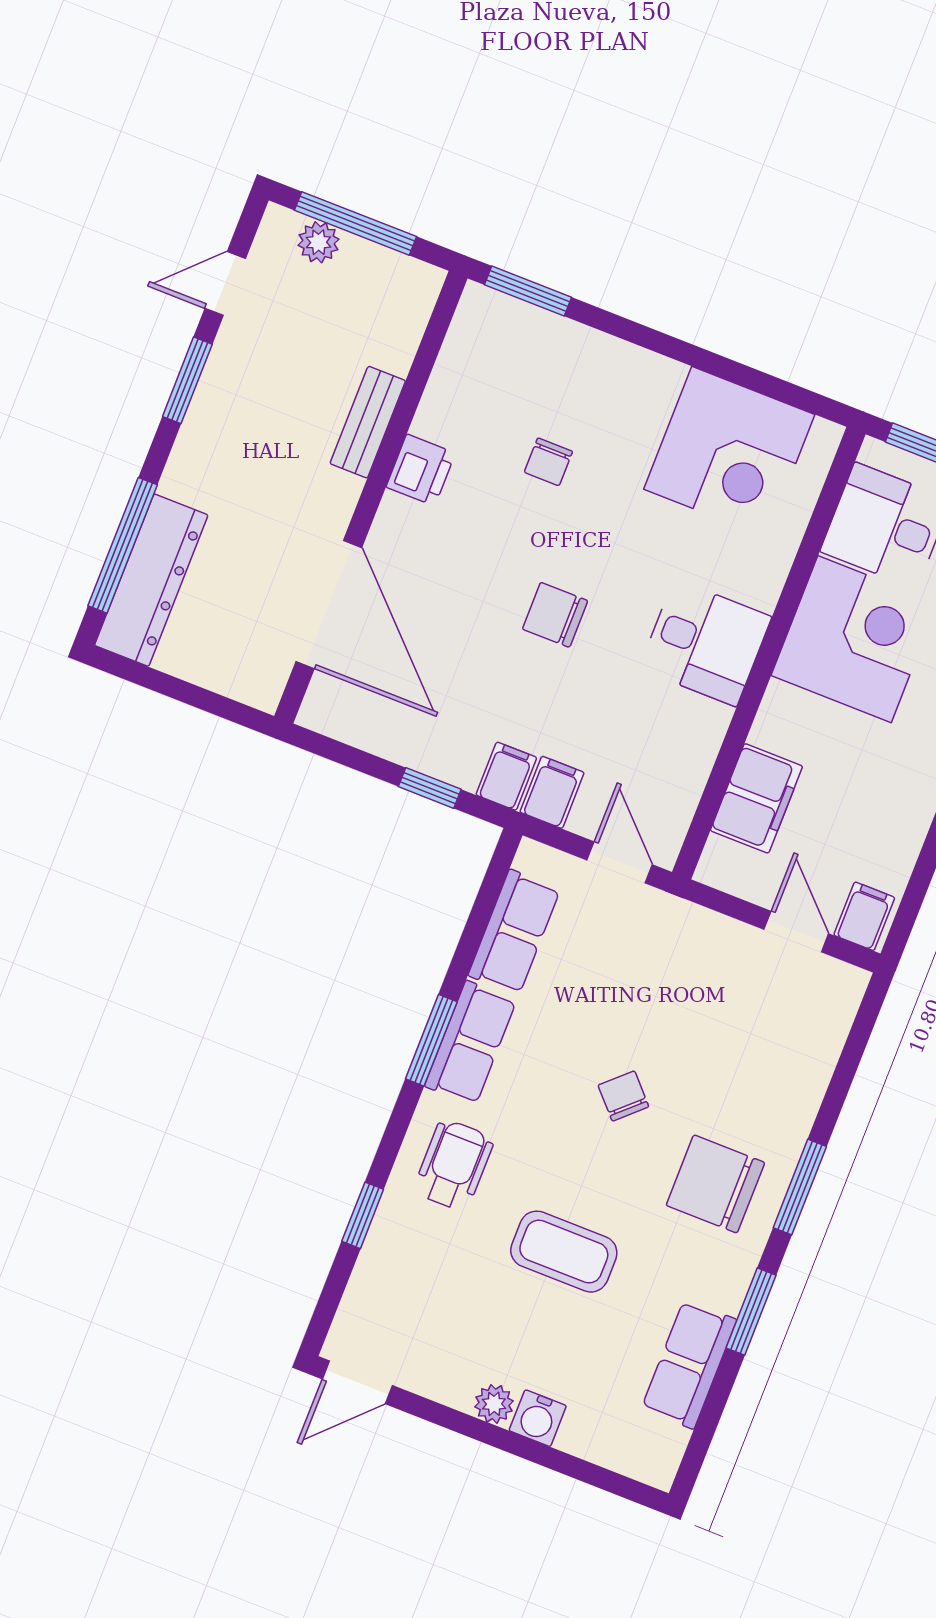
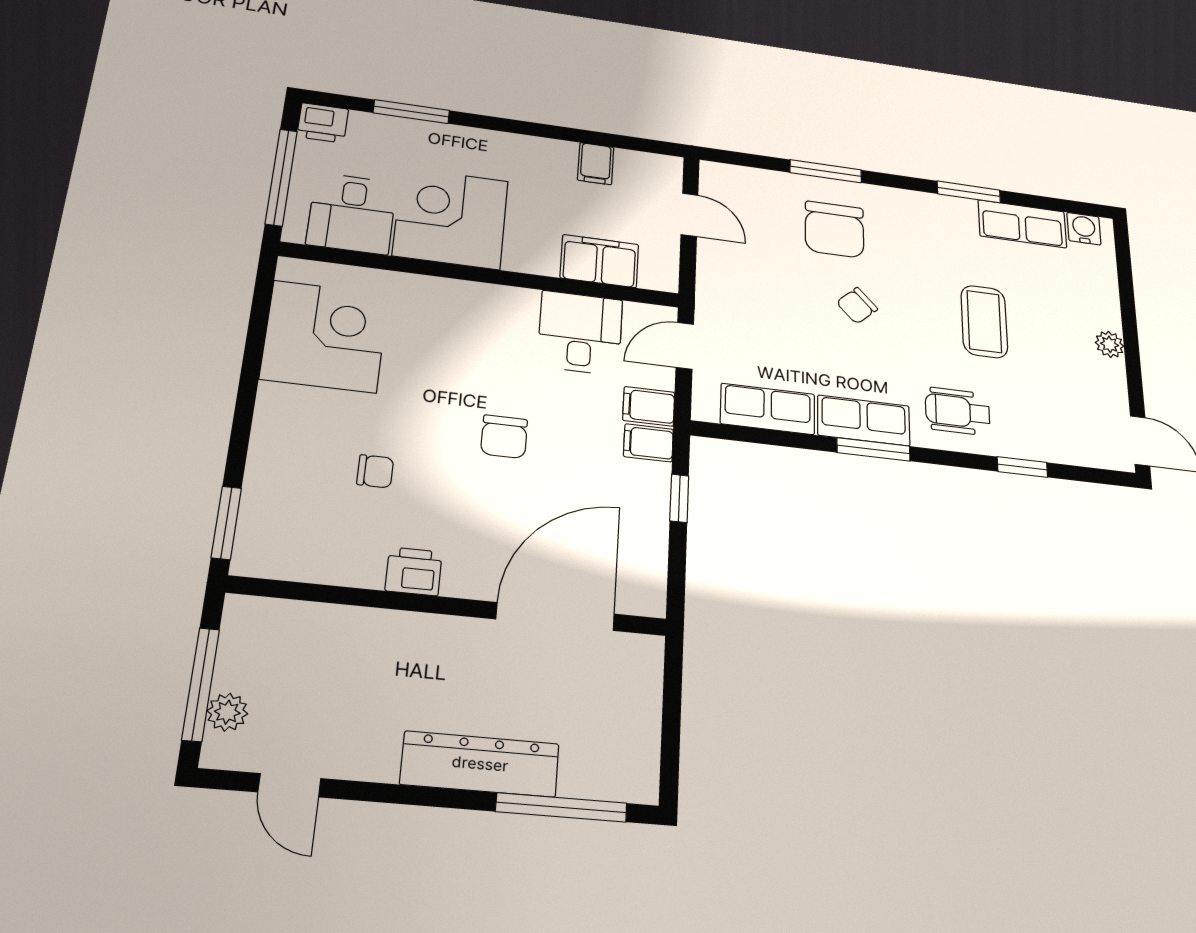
window: (187, 380) -> (392, 794), removed
bench: (368, 422) -> (384, 626), removed
dresser: (151, 580) -> (480, 764), moved
desk: (705, 643) -> (580, 333), moved
filing cabinet: (864, 916) -> (596, 164), moved, turned -90
door: (796, 932) -> (689, 215), swing flipped
chair: (715, 1184) -> (834, 229), moved
window: (800, 1187) -> (826, 171), moved
water cooler: (538, 1418) -> (1084, 229), moved, turned -90

